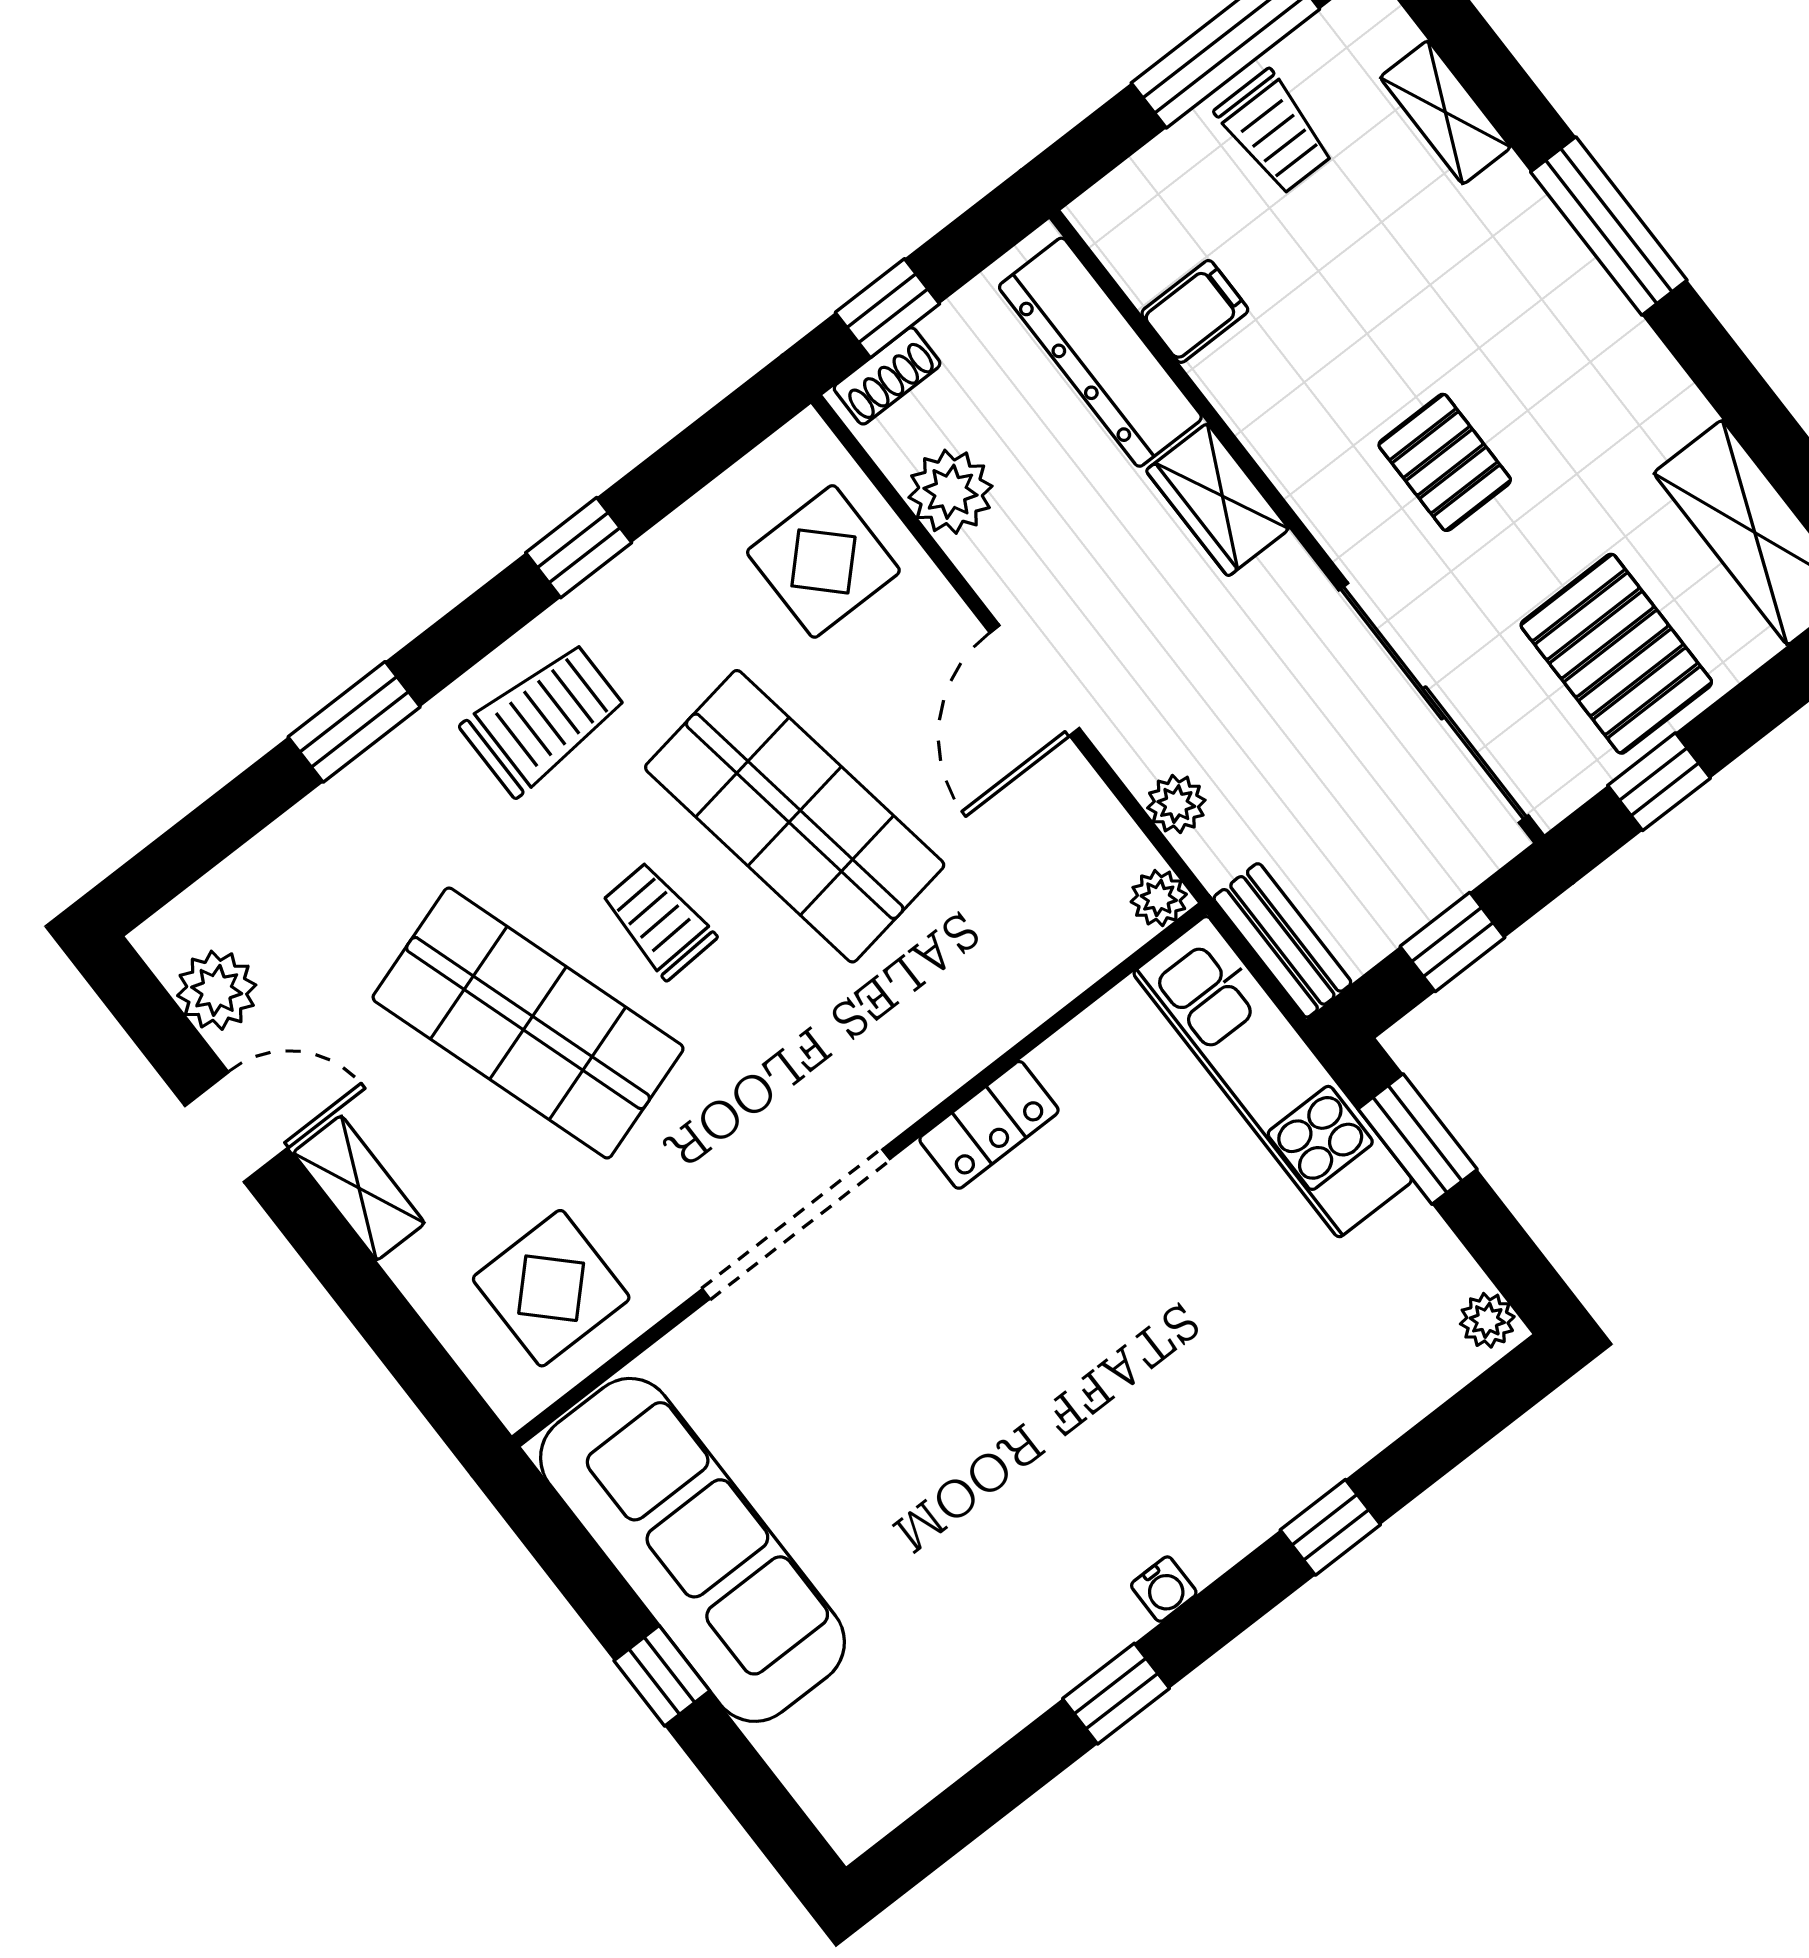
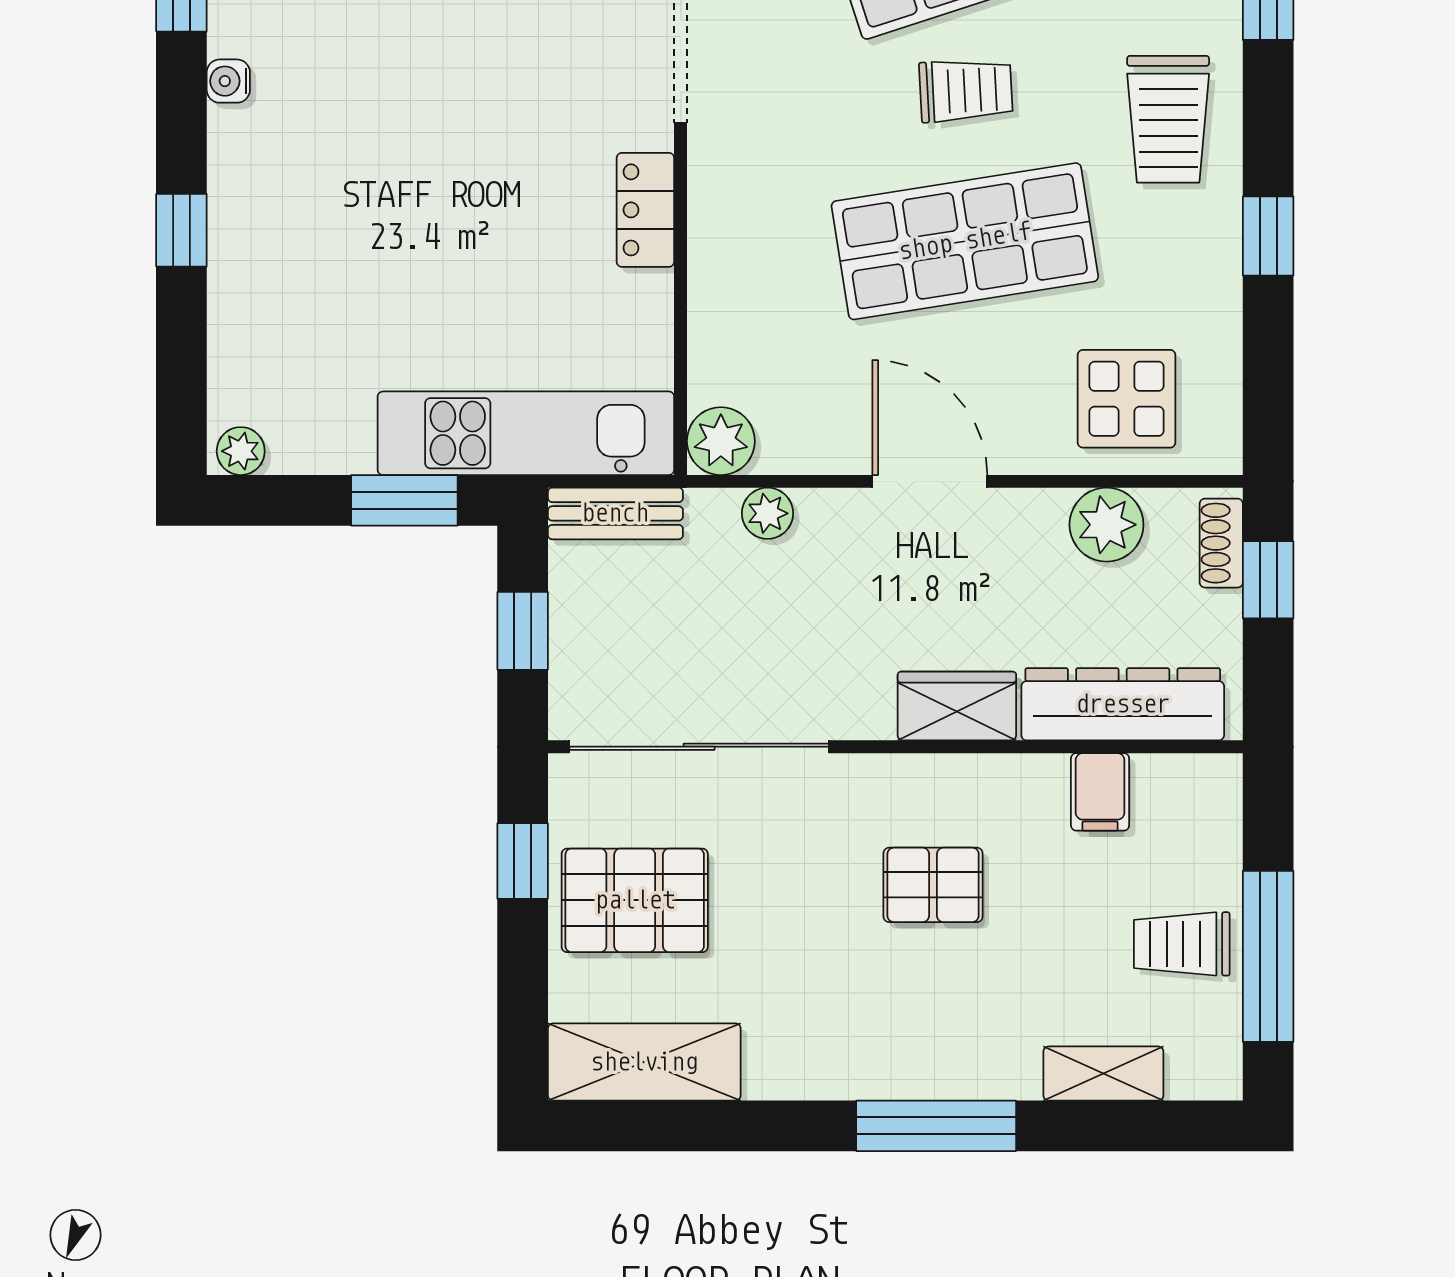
pallet: (1445, 462) -> (933, 885), moved
plant: (1159, 898) -> (721, 441), width x1.38, depth x1.38

